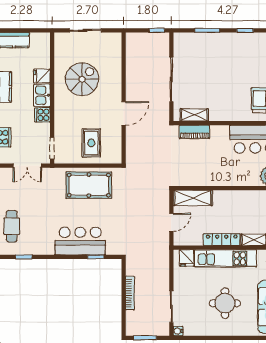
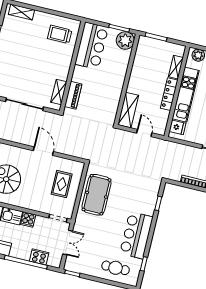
rug: (91, 143) -> (62, 184), turned 90
bar counter: (80, 241) -> (136, 235), moved

